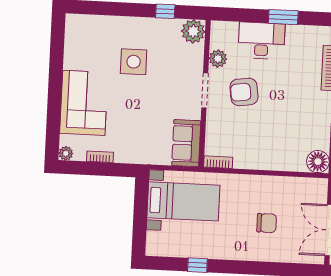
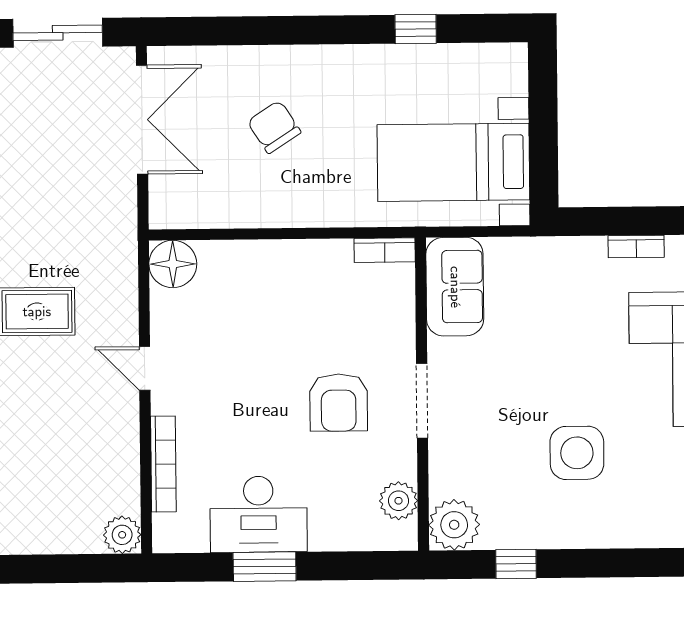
desk: (261, 41) -> (258, 514), moved
plant: (218, 59) -> (399, 501), moved
armchair: (244, 92) -> (339, 403), turned 98
chair: (267, 223) -> (274, 127), turned 57

